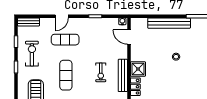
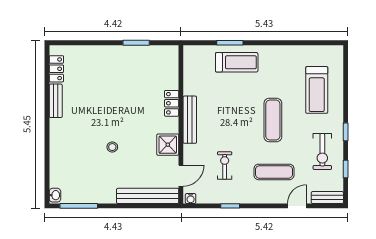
door: (62, 16) -> (297, 206), moved
bench: (169, 23) -> (148, 196), moved
door: (129, 37) -> (181, 176), hinge flipped
shower: (138, 69) -> (168, 145), moved
exercise bike: (101, 72) -> (225, 166), moved

